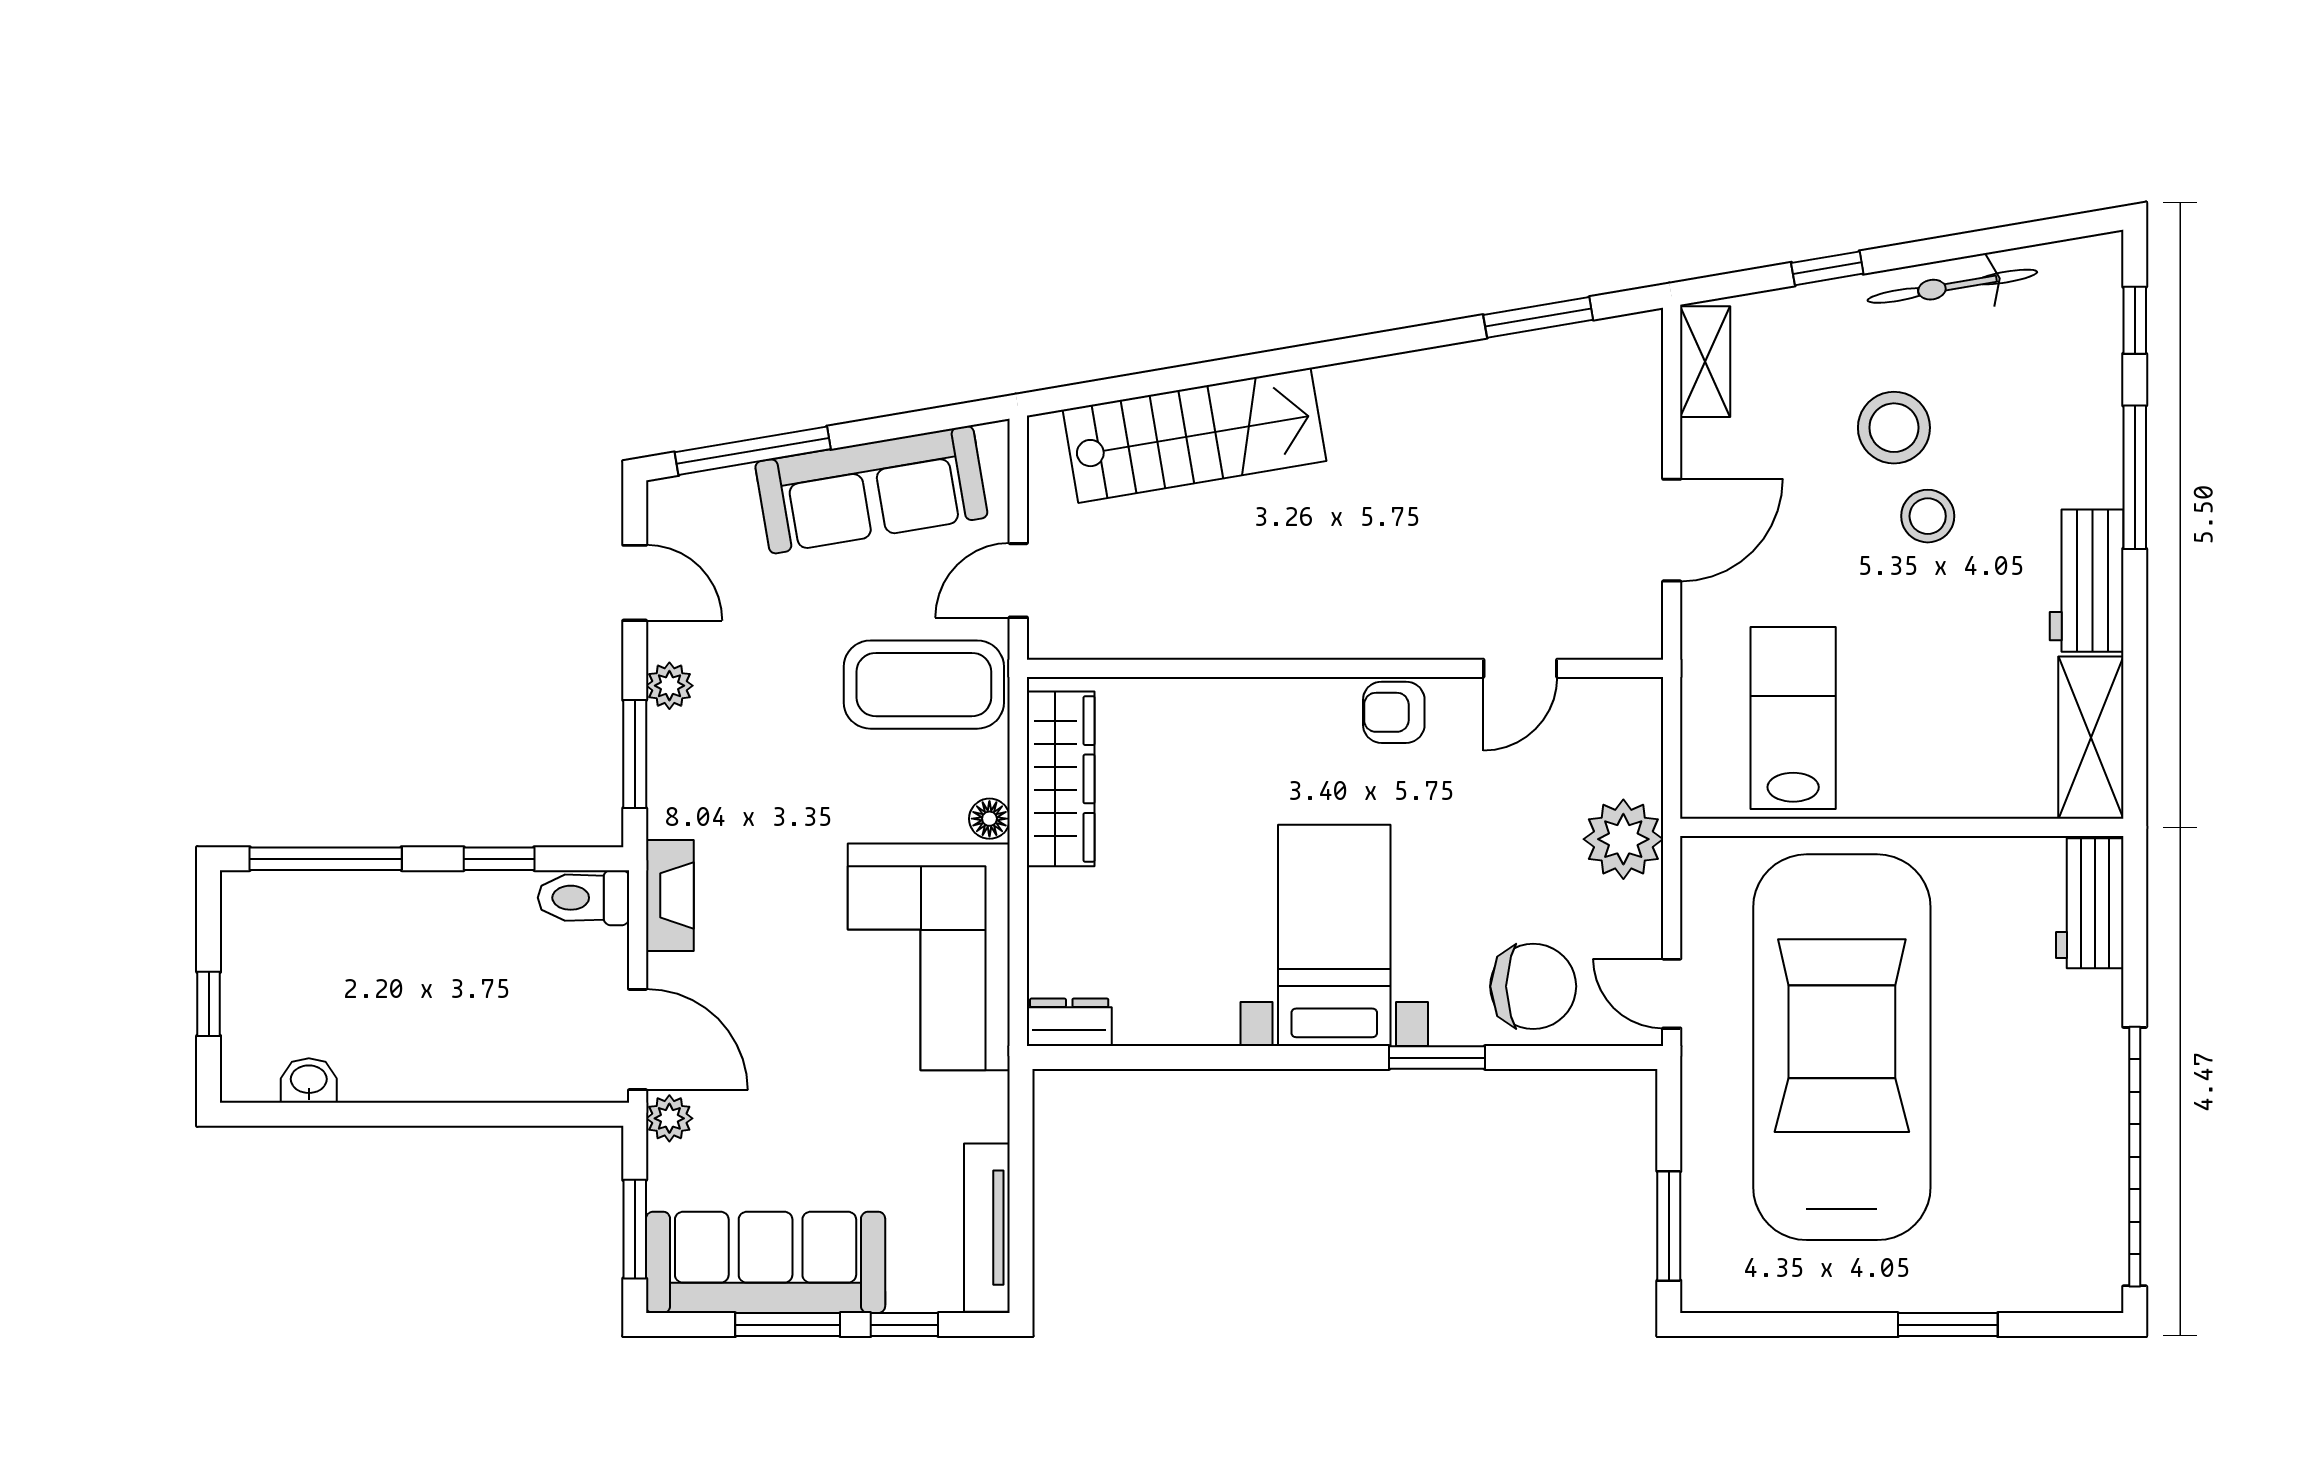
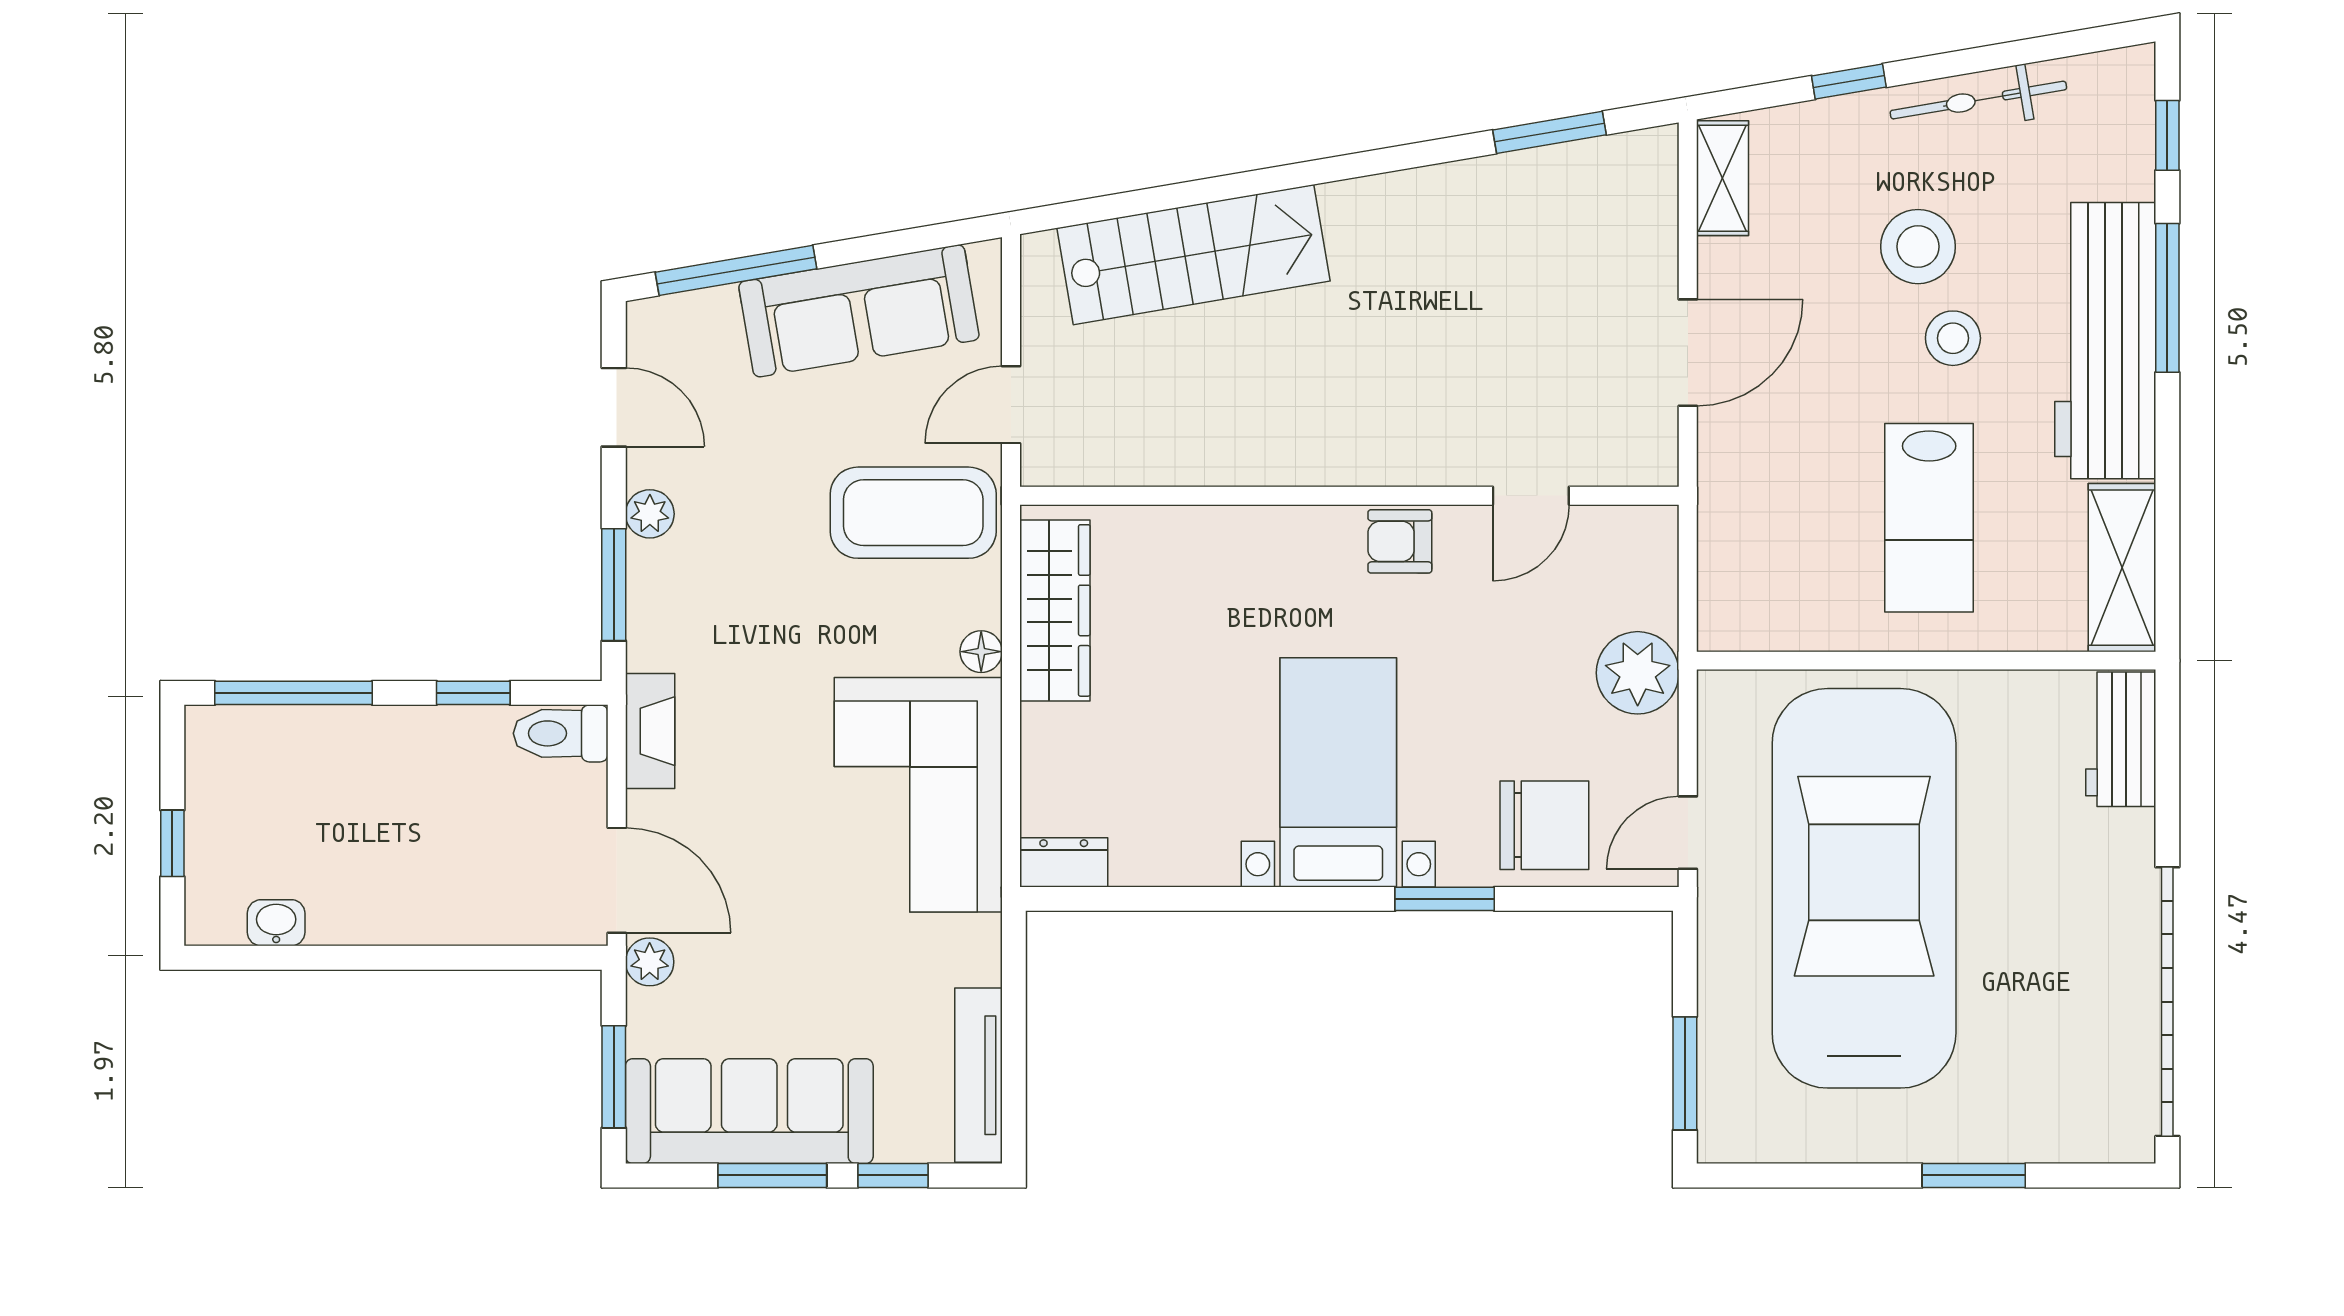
workbench: (2087, 581) -> (2105, 341), width x1.87, depth x1.32
lab bench: (1793, 718) -> (1929, 518), moved, turned 180
door: (1672, 994) -> (1688, 833), hinge flipped

